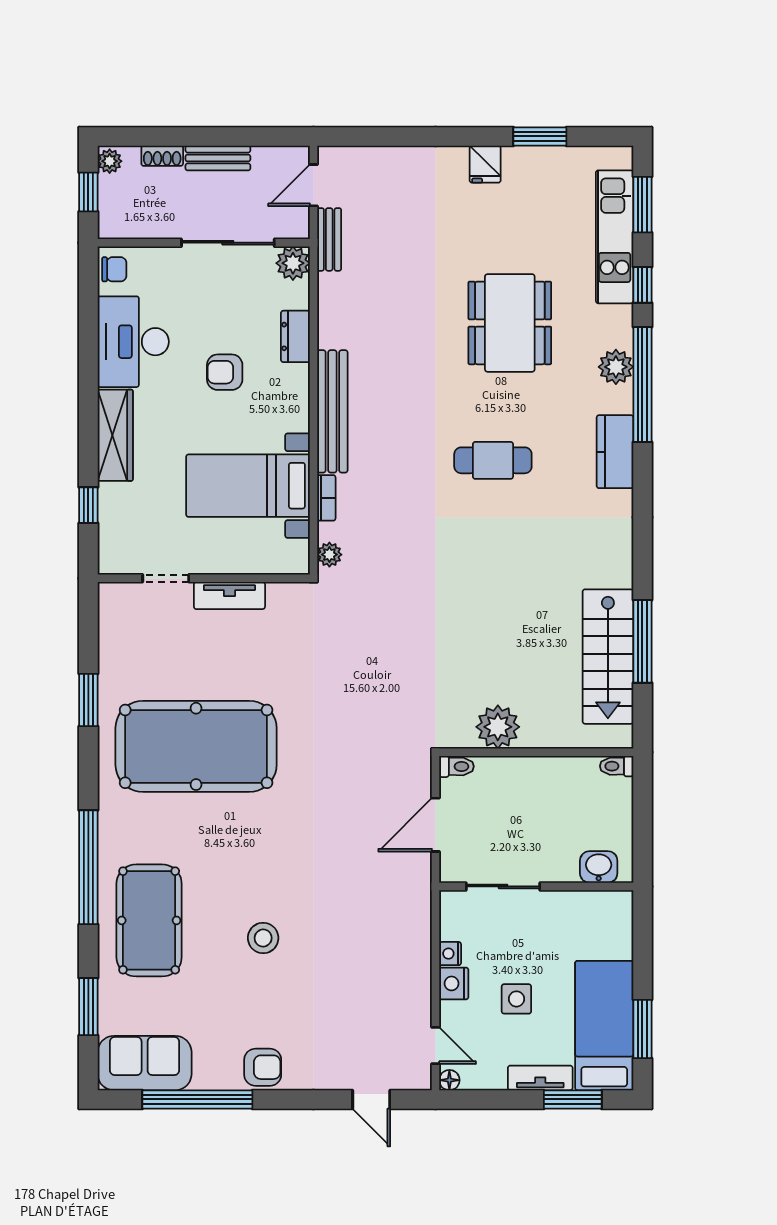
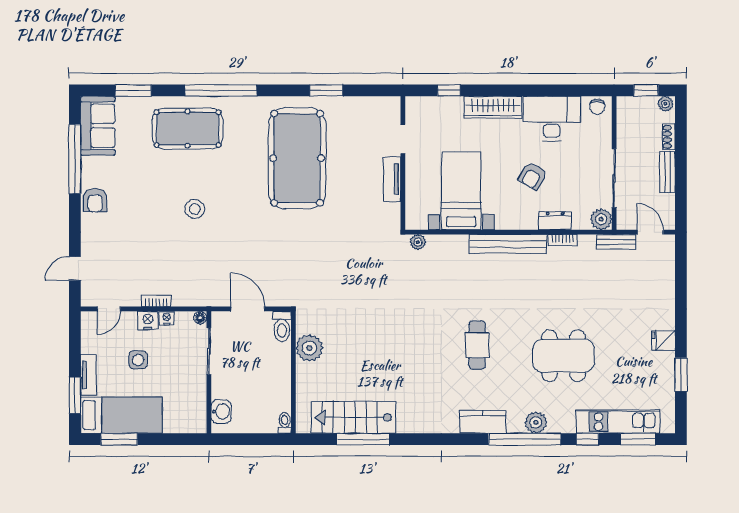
armchair: (225, 372) -> (533, 176), turned -148
bookcase: (326, 498) -> (562, 240), moved
toilet: (457, 766) -> (282, 326), width x1.37, depth x1.39
stool: (263, 938) -> (195, 209), moved
bookcase: (423, 970) -> (156, 301), added
floor lamp: (449, 1080) -> (200, 318), moved

